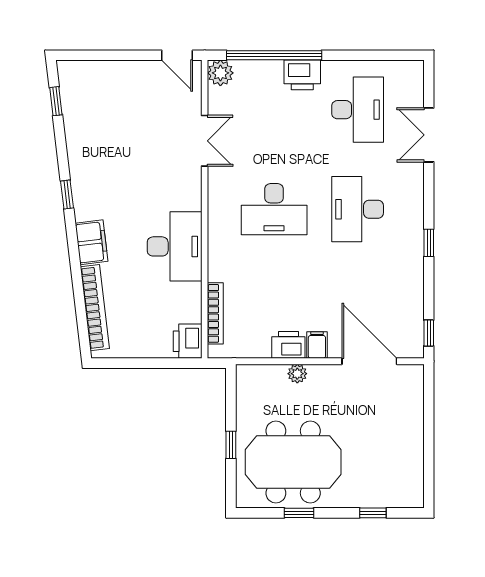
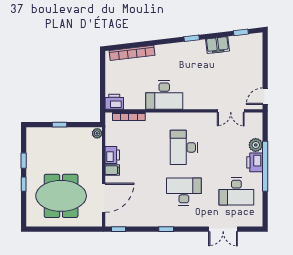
window: (274, 55) -> (265, 166), moved
plant: (220, 73) -> (256, 145), moved
double door: (429, 135) -> (223, 229), swing flipped
double door: (205, 141) -> (231, 111), moved
filing cabinet: (91, 242) -> (217, 45), moved
plant: (297, 374) -> (97, 133), moved
meeting table: (293, 462) -> (61, 196), moved, turned 90
window: (373, 513) -> (24, 184), moved

